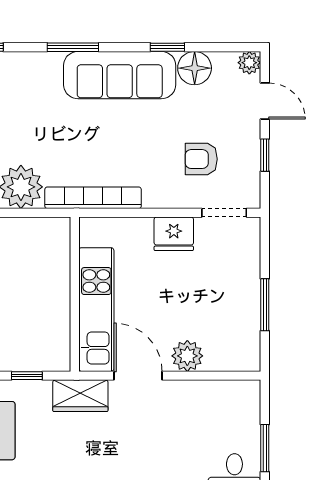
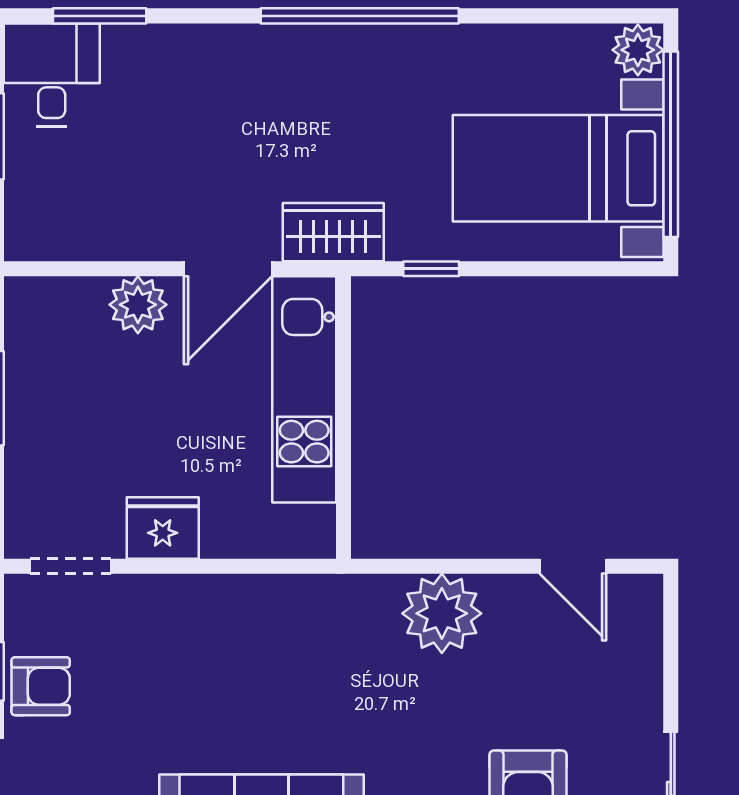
armchair: (201, 159) -> (41, 686), moved
bookcase: (93, 198) -> (310, 594), removed
door: (138, 376) -> (228, 269), hinge flipped

